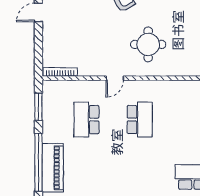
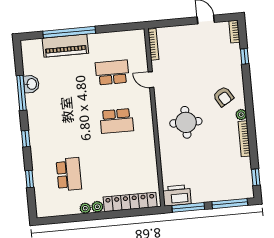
door: (115, 78) -> (151, 80), moved
window: (38, 107) -> (120, 28), removed

